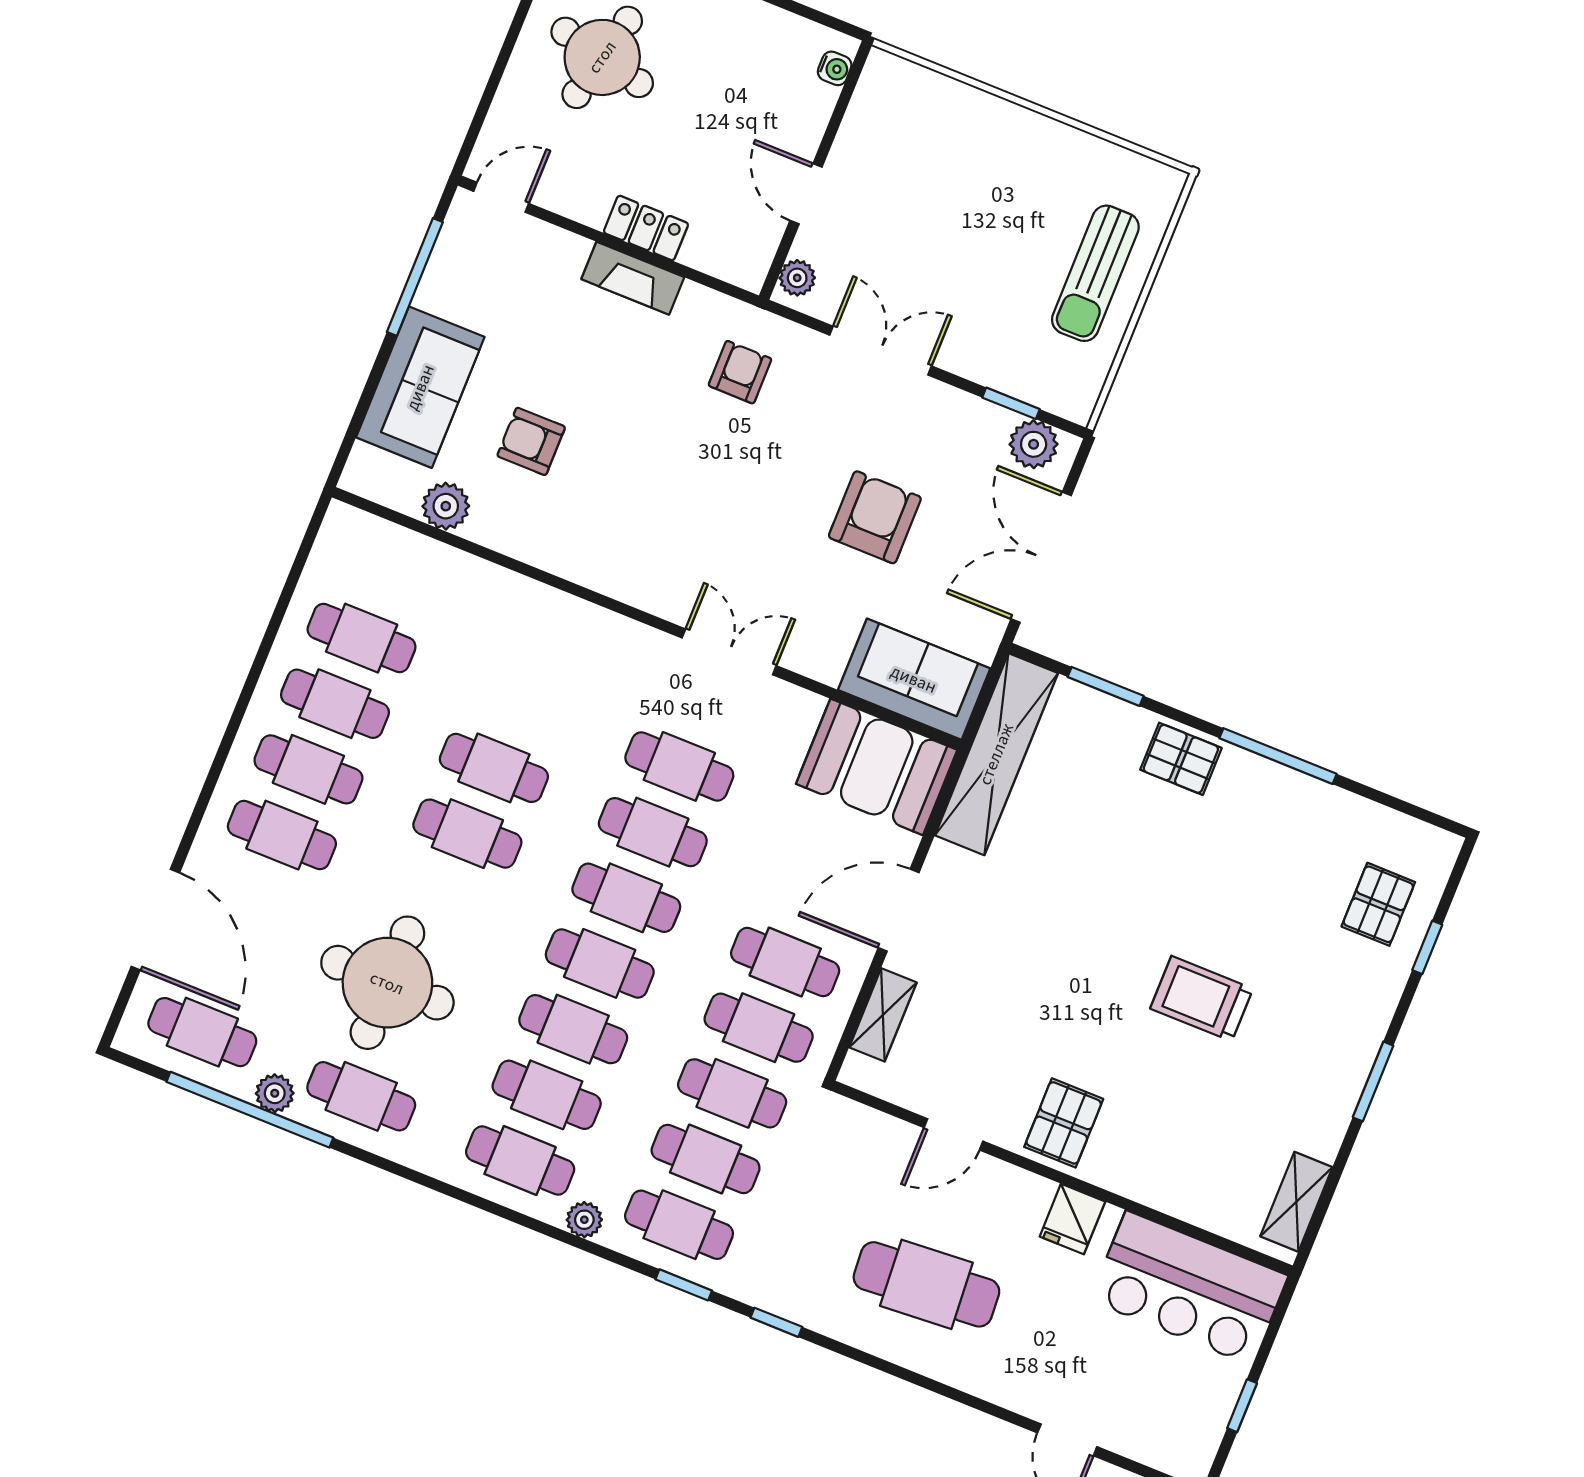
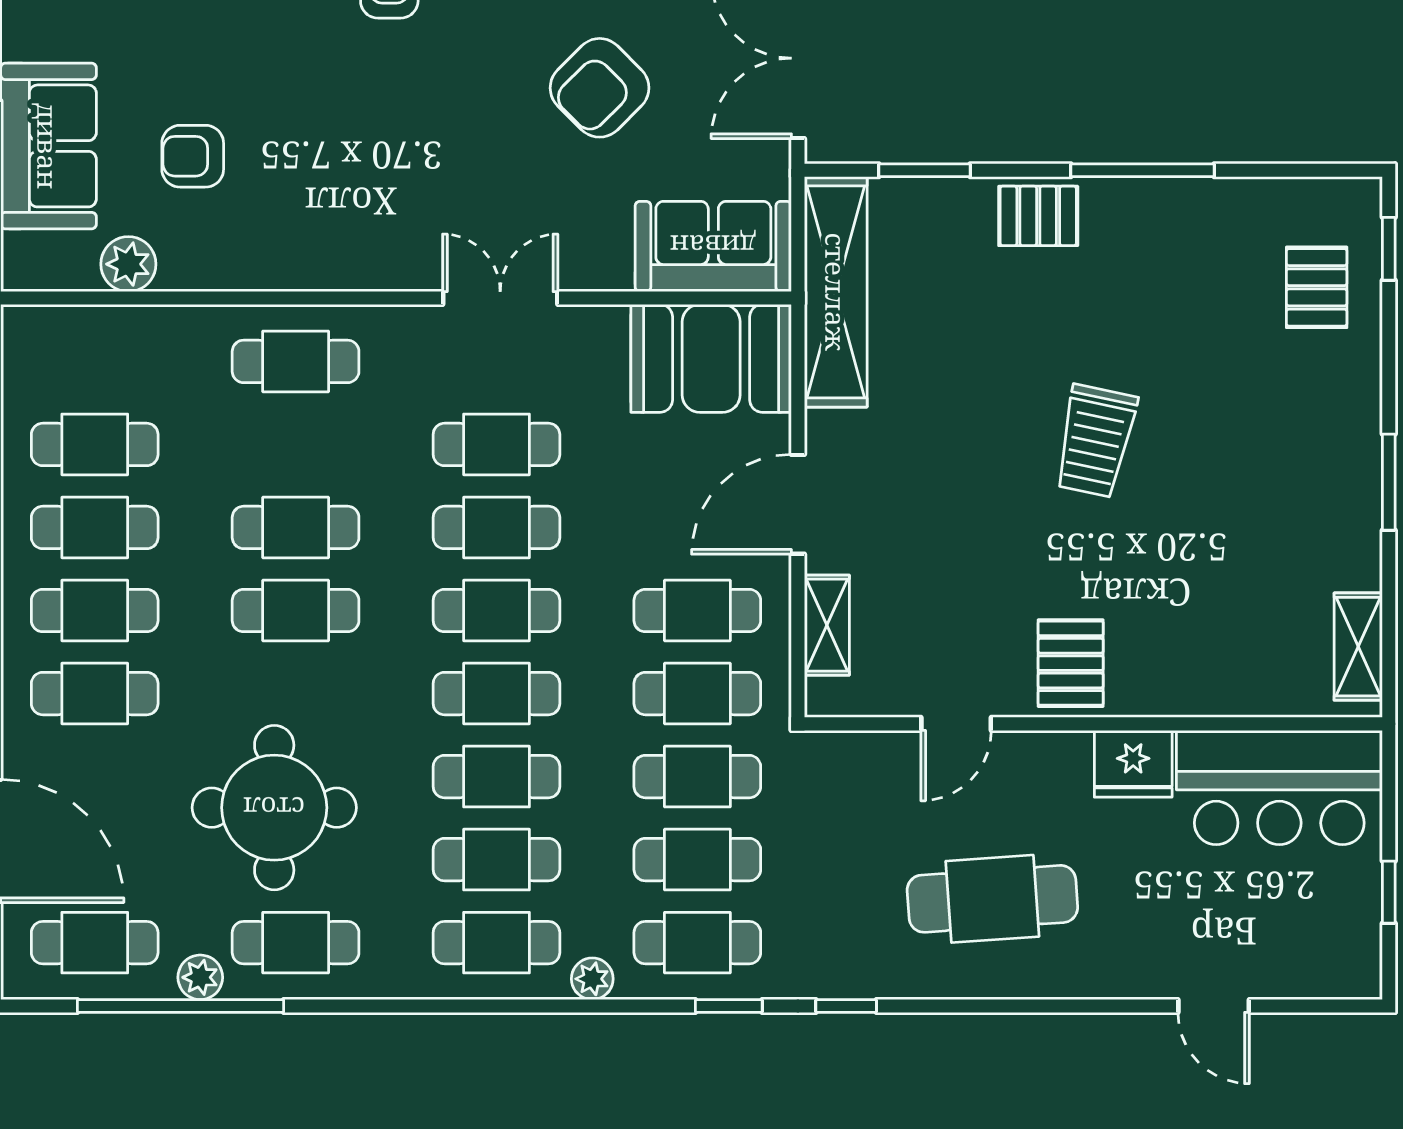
armchair: (875, 517) -> (600, 88), turned -135
cafe table: (547, 637) -> (296, 361), added
window: (1427, 947) -> (1389, 249), moved
trolley: (1202, 999) -> (1095, 441), moved, turned -78
fridge: (1072, 1219) -> (1133, 764), width x1.38

